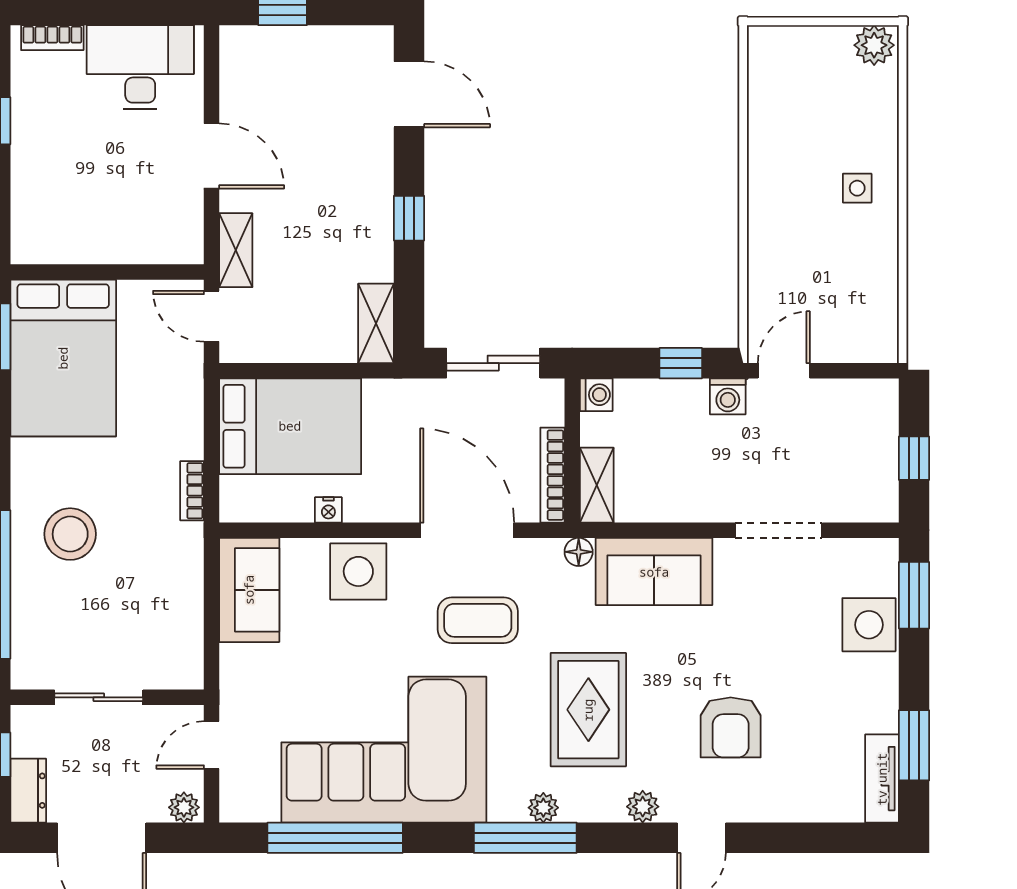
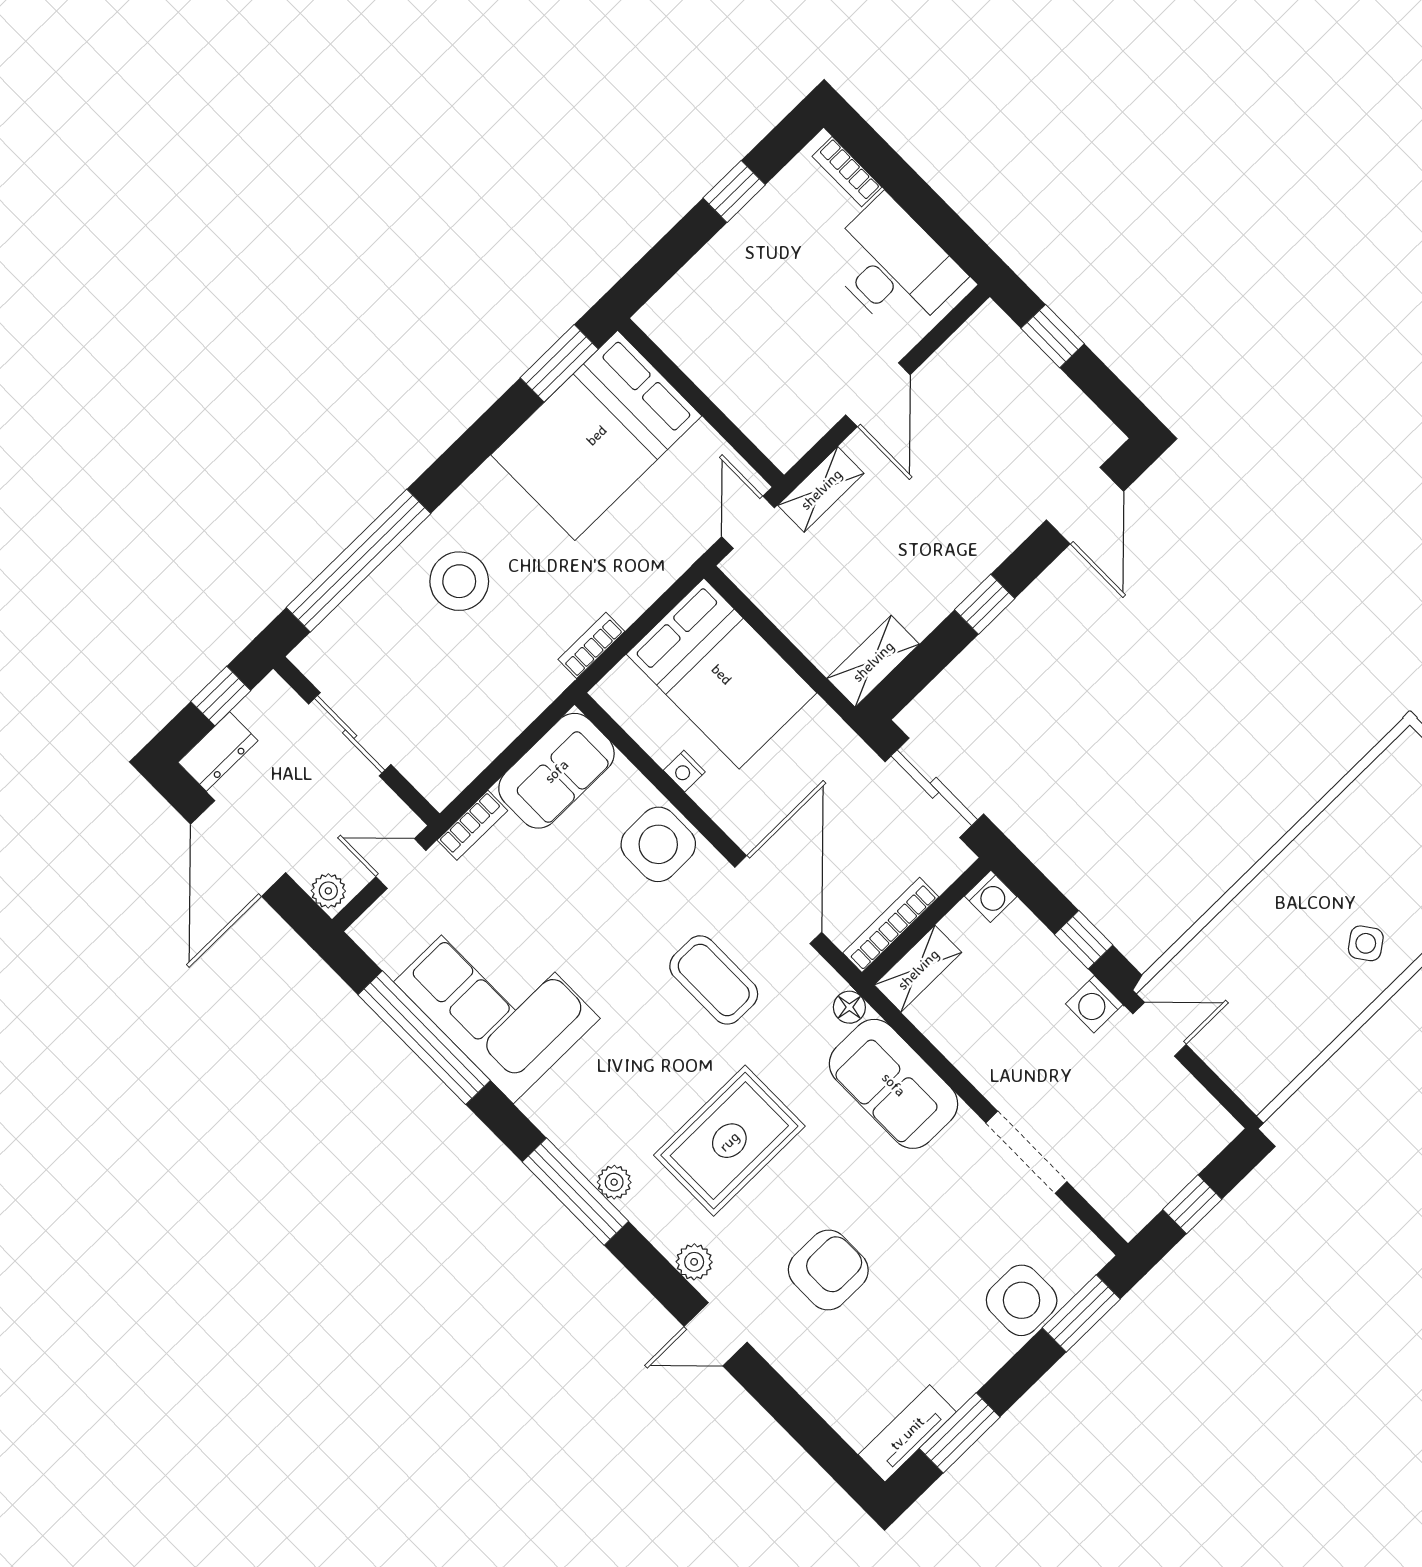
side table: (857, 188) -> (1366, 943), turned -36
bookcase: (232, 676) -> (472, 825), added
armchair: (731, 727) -> (828, 1270), turned 180
corner sofa: (384, 750) -> (497, 1000), width x0.73, depth x0.74

